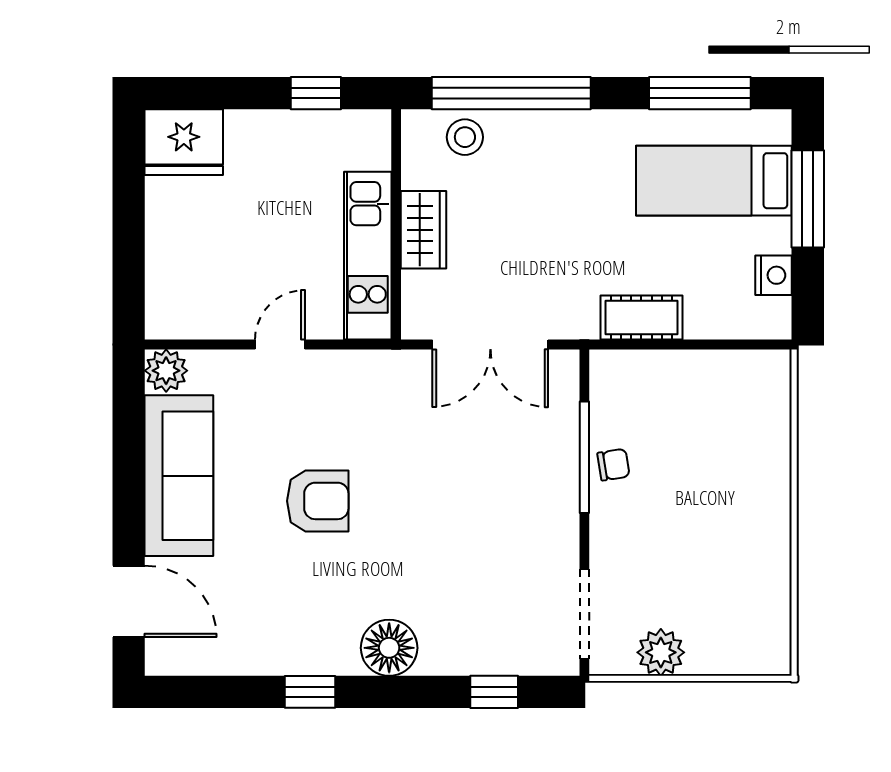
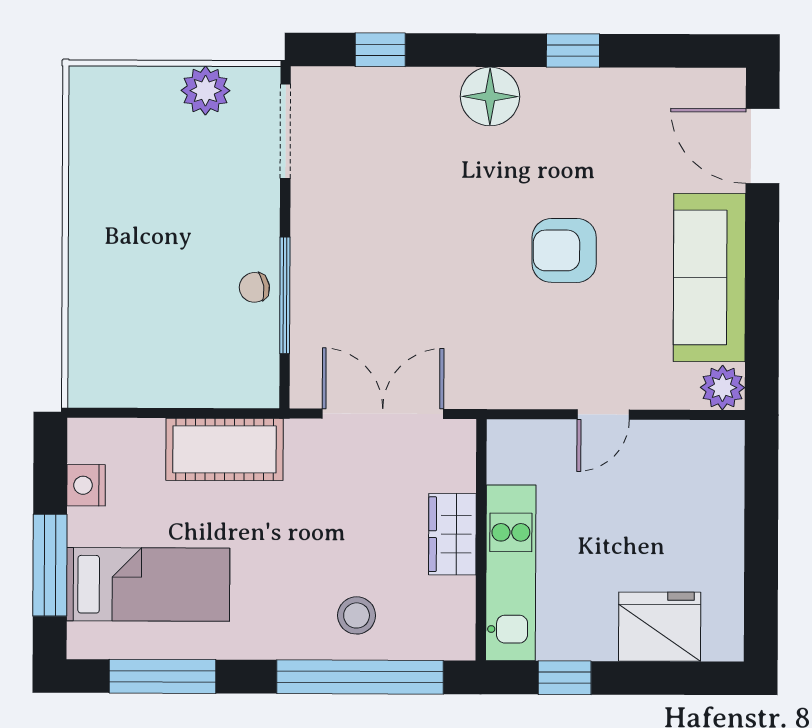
stool: (465, 137) -> (357, 615), moved
fridge: (184, 142) -> (660, 627), moved
kitchen unit: (368, 256) -> (511, 573), moved
cot: (641, 317) -> (224, 449), width x1.37, depth x1.34

